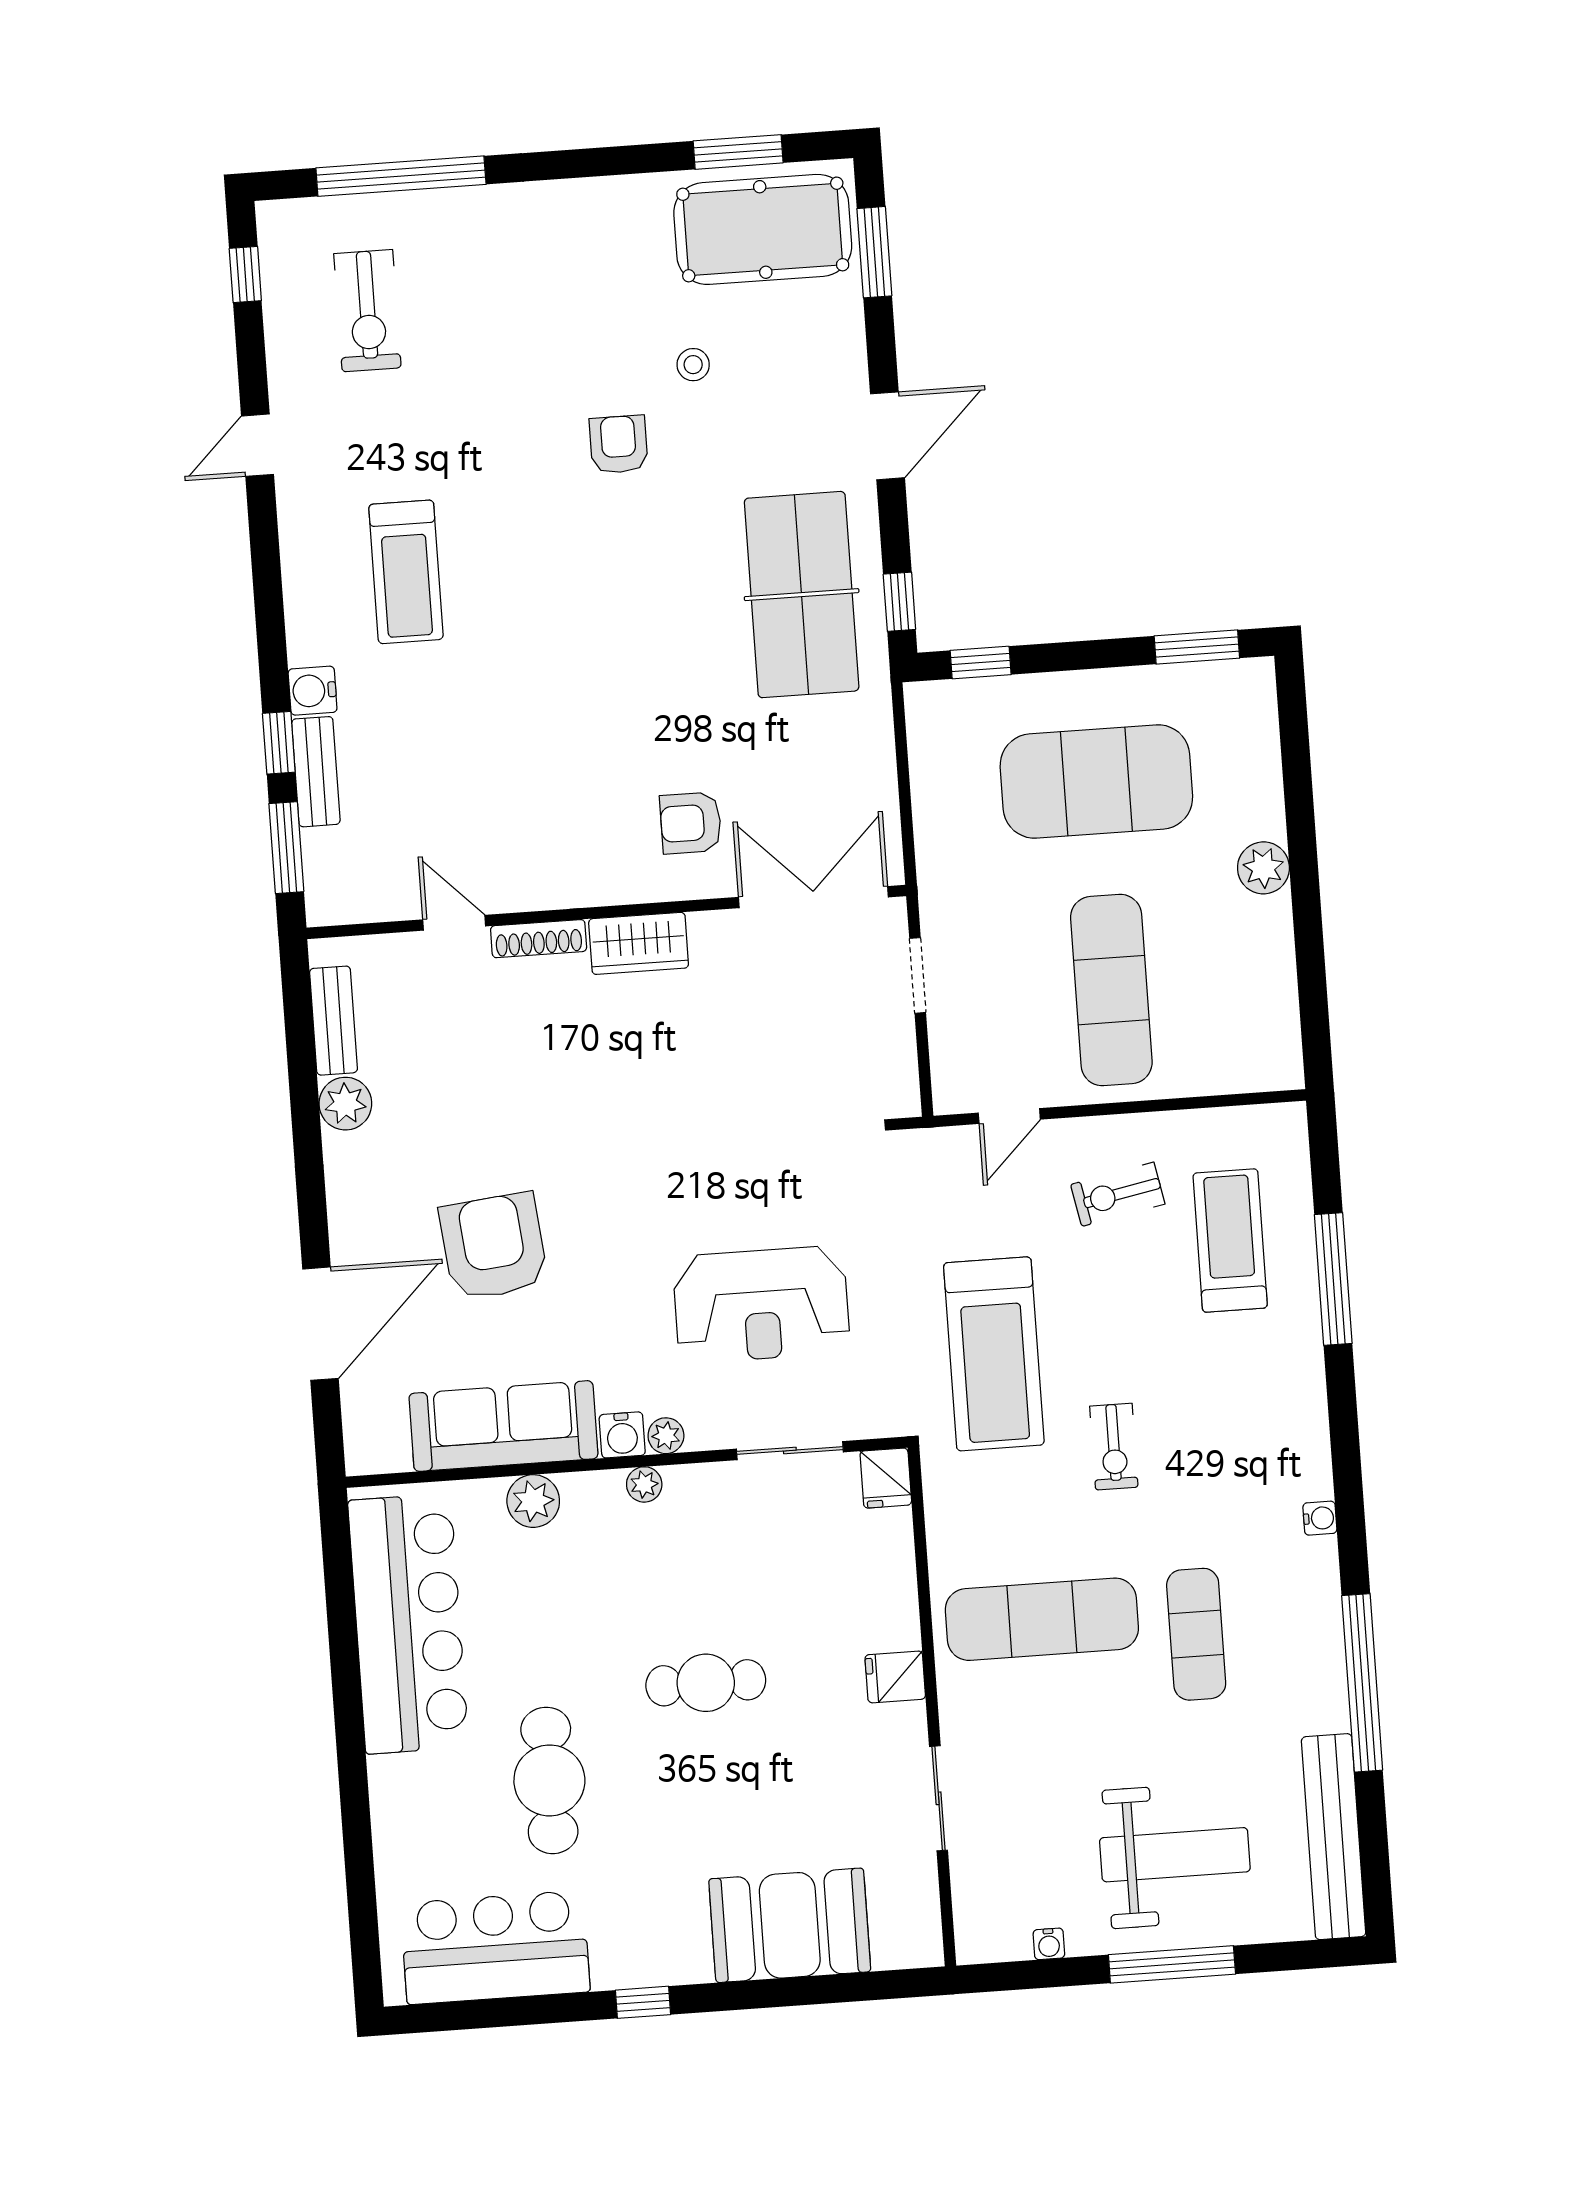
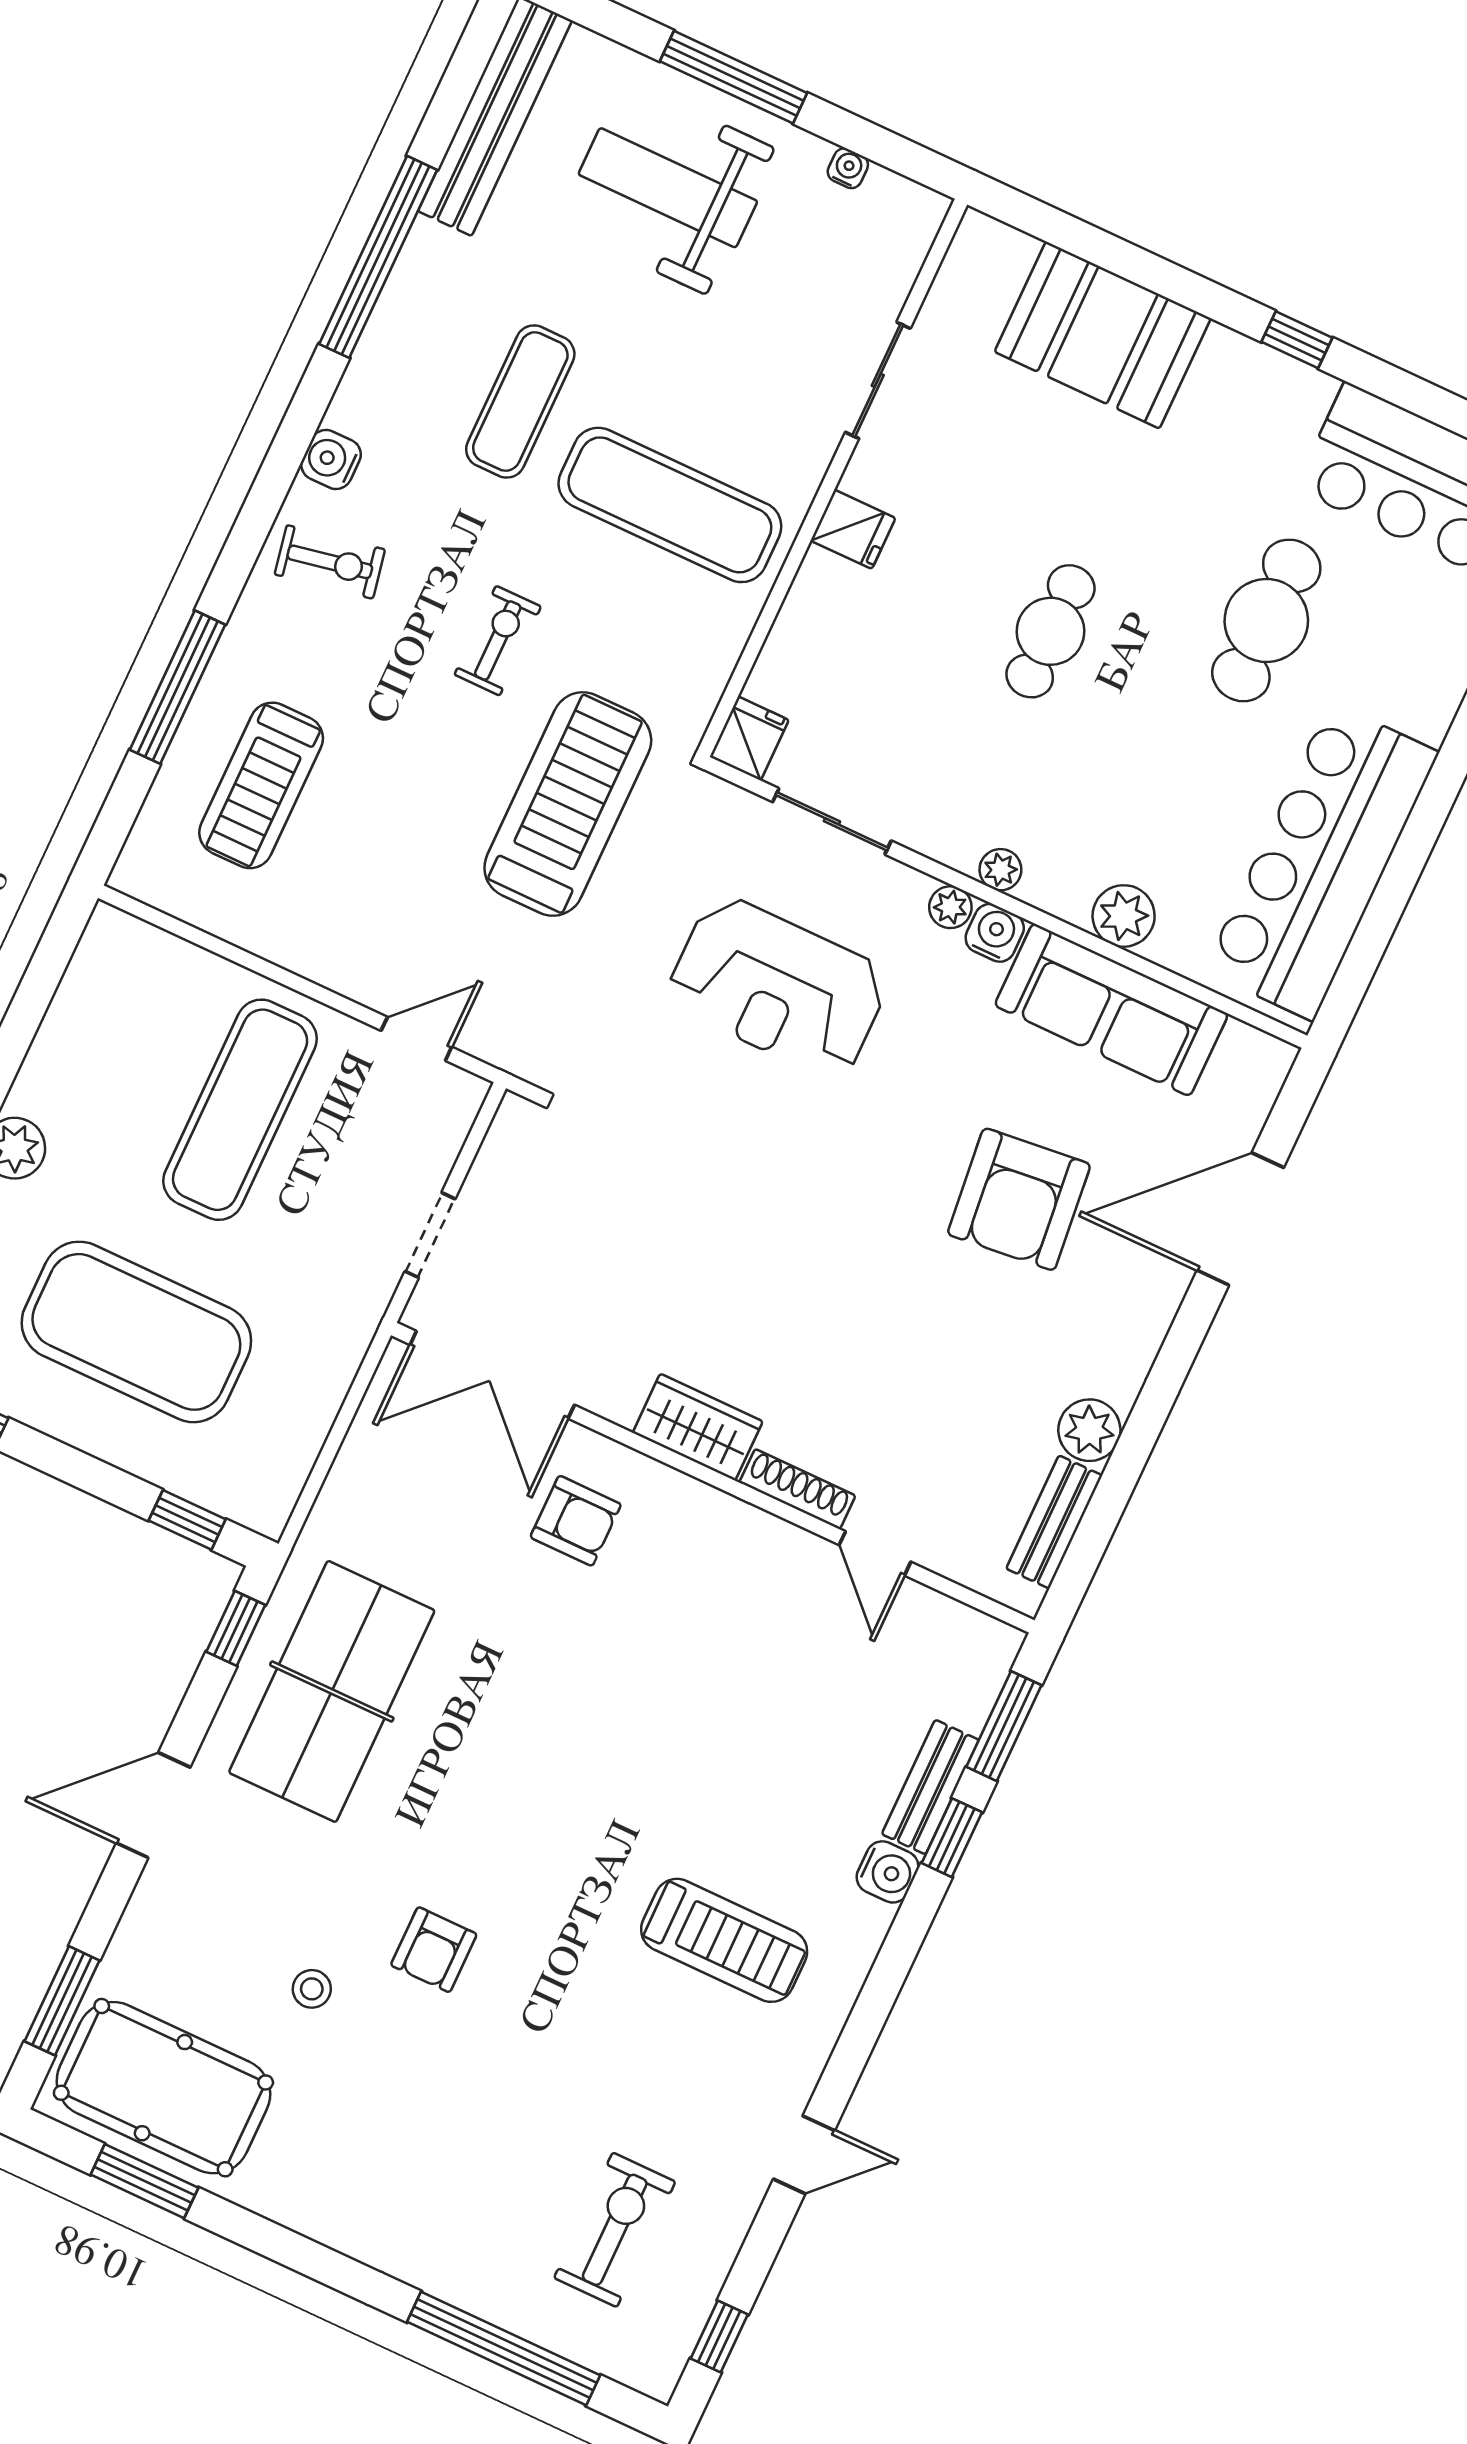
treadmill: (406, 572) -> (724, 1940), turned 90
exercise bike: (1118, 1194) -> (330, 562), moved
reception desk: (761, 1305) -> (778, 987), turned 180
water cooler: (1320, 1518) -> (331, 459), width x1.38, depth x1.38
cafe table: (706, 1683) -> (1050, 631), turned 90

